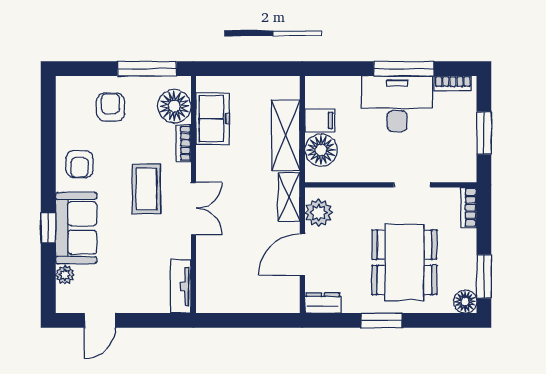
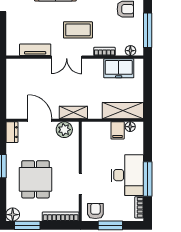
floor lamp: (174, 106) -> (130, 51), width x0.53, depth x0.53
shelving: (286, 135) -> (123, 111), moved
floor lamp: (321, 150) -> (130, 127), moved, width x0.53, depth x0.53
armchair: (459, 159) -> (95, 211), added
bookcase: (469, 207) -> (61, 217), width x1.56
dining table: (404, 262) -> (35, 179), width x0.73
tv unit: (181, 286) -> (35, 50), moved

